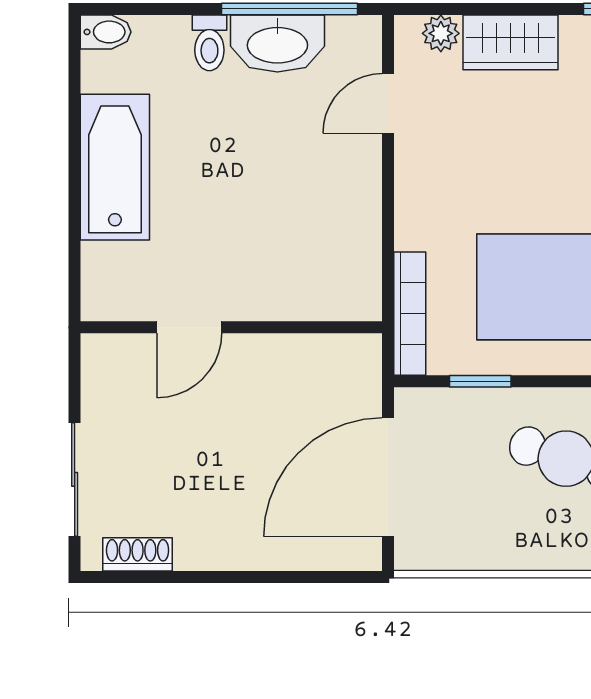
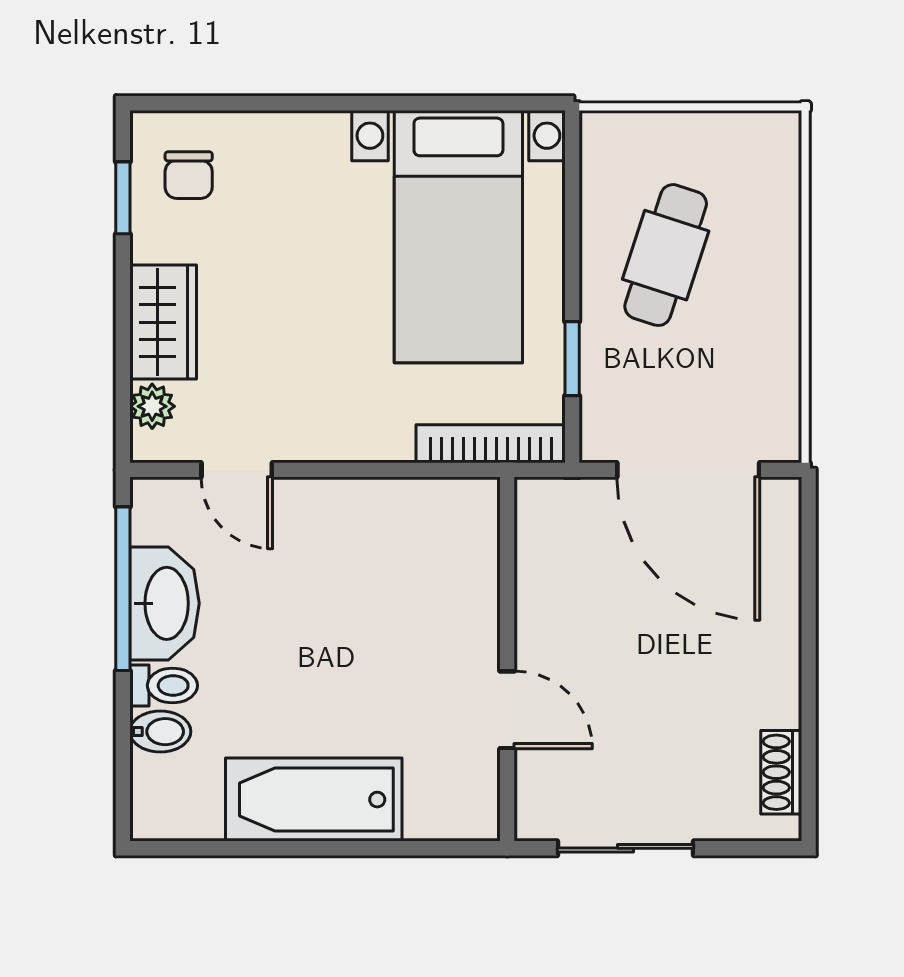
bidet: (106, 32) -> (160, 732), moved, turned 90
sliding door: (75, 479) -> (625, 848), moved

